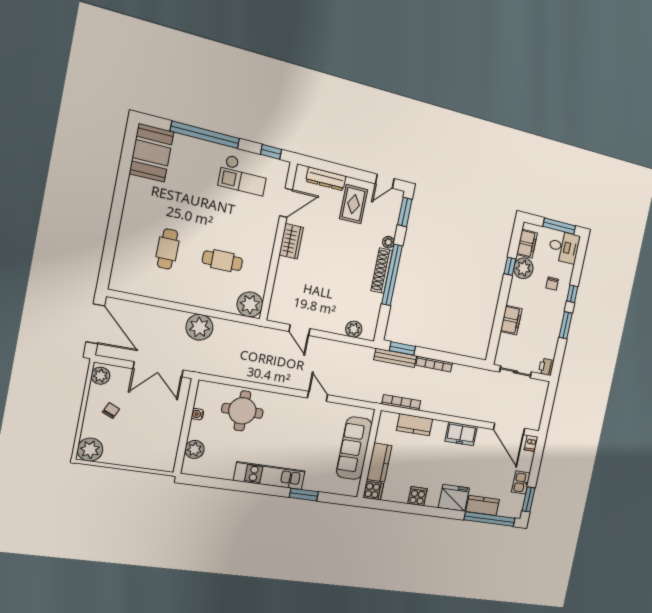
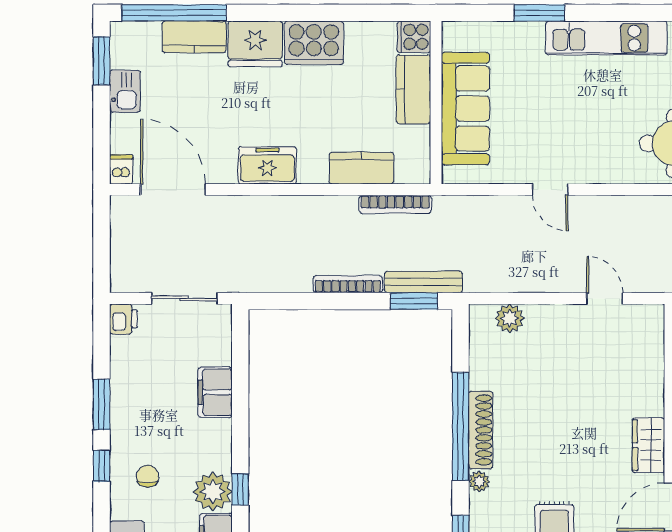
cooker: (417, 496) -> (314, 43), width x1.87, depth x1.31

